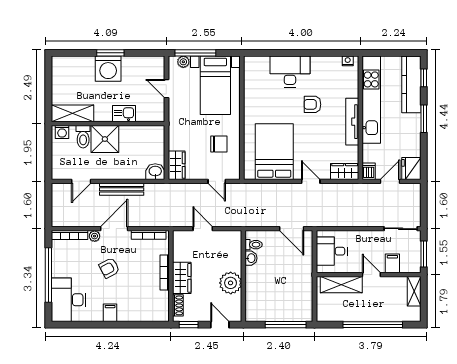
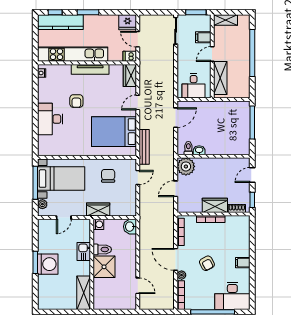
window: (195, 53) -> (35, 183), moved
washing machine: (62, 132) -> (98, 224), moved
toilet: (83, 137) -> (102, 249), moved
wardrobe: (177, 165) -> (98, 210), moved
bench: (122, 189) -> (144, 147), moved
plant: (231, 283) -> (186, 166), moved

